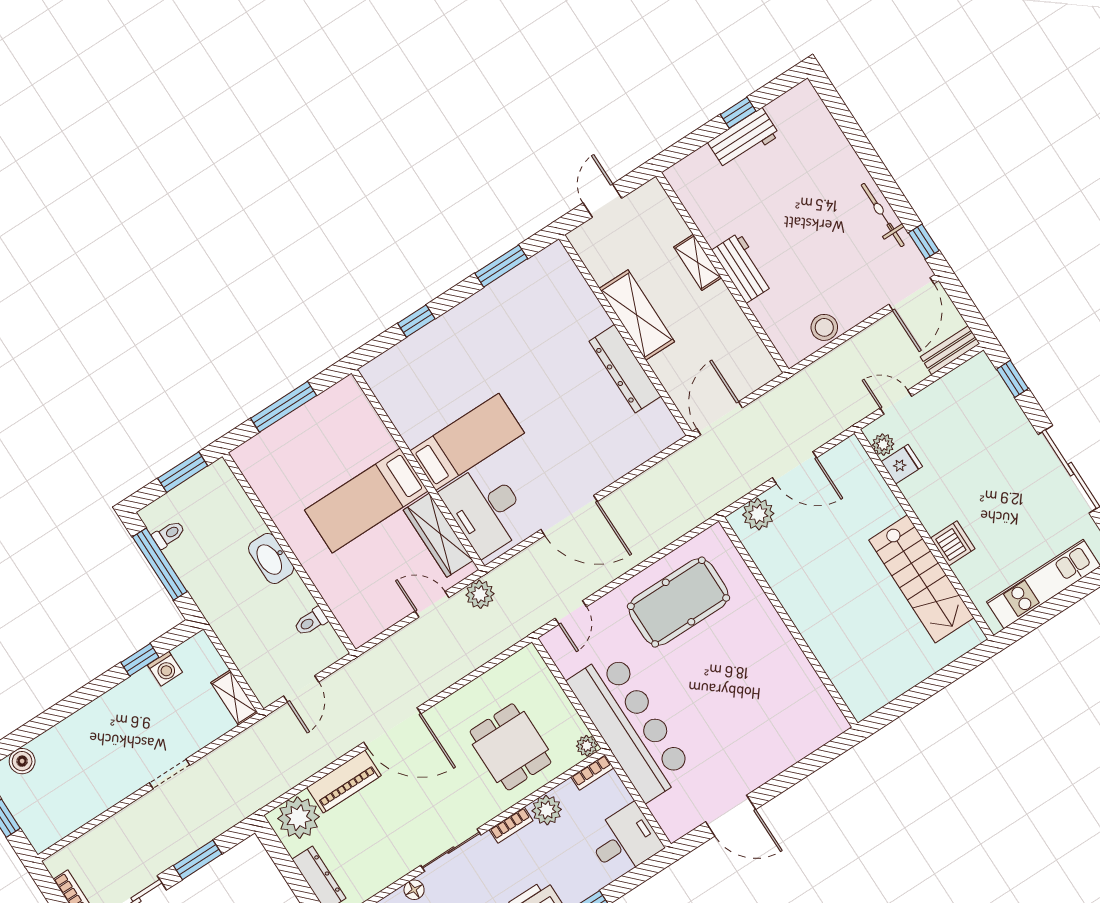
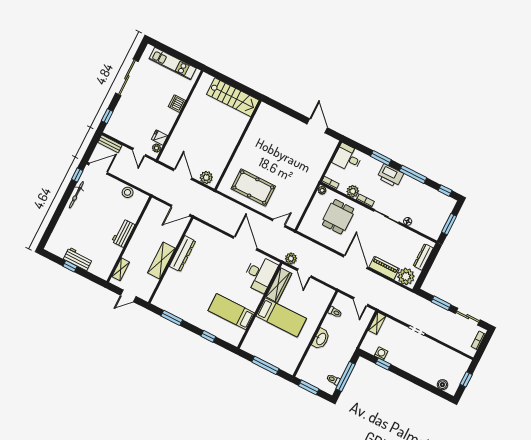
shelving: (698, 262) -> (121, 269), moved
bed: (467, 442) -> (231, 312), moved
stairs: (921, 579) -> (233, 97), moved, turned 90
door: (301, 689) -> (360, 302), swing flipped
bar counter: (630, 726) -> (306, 179), removed

